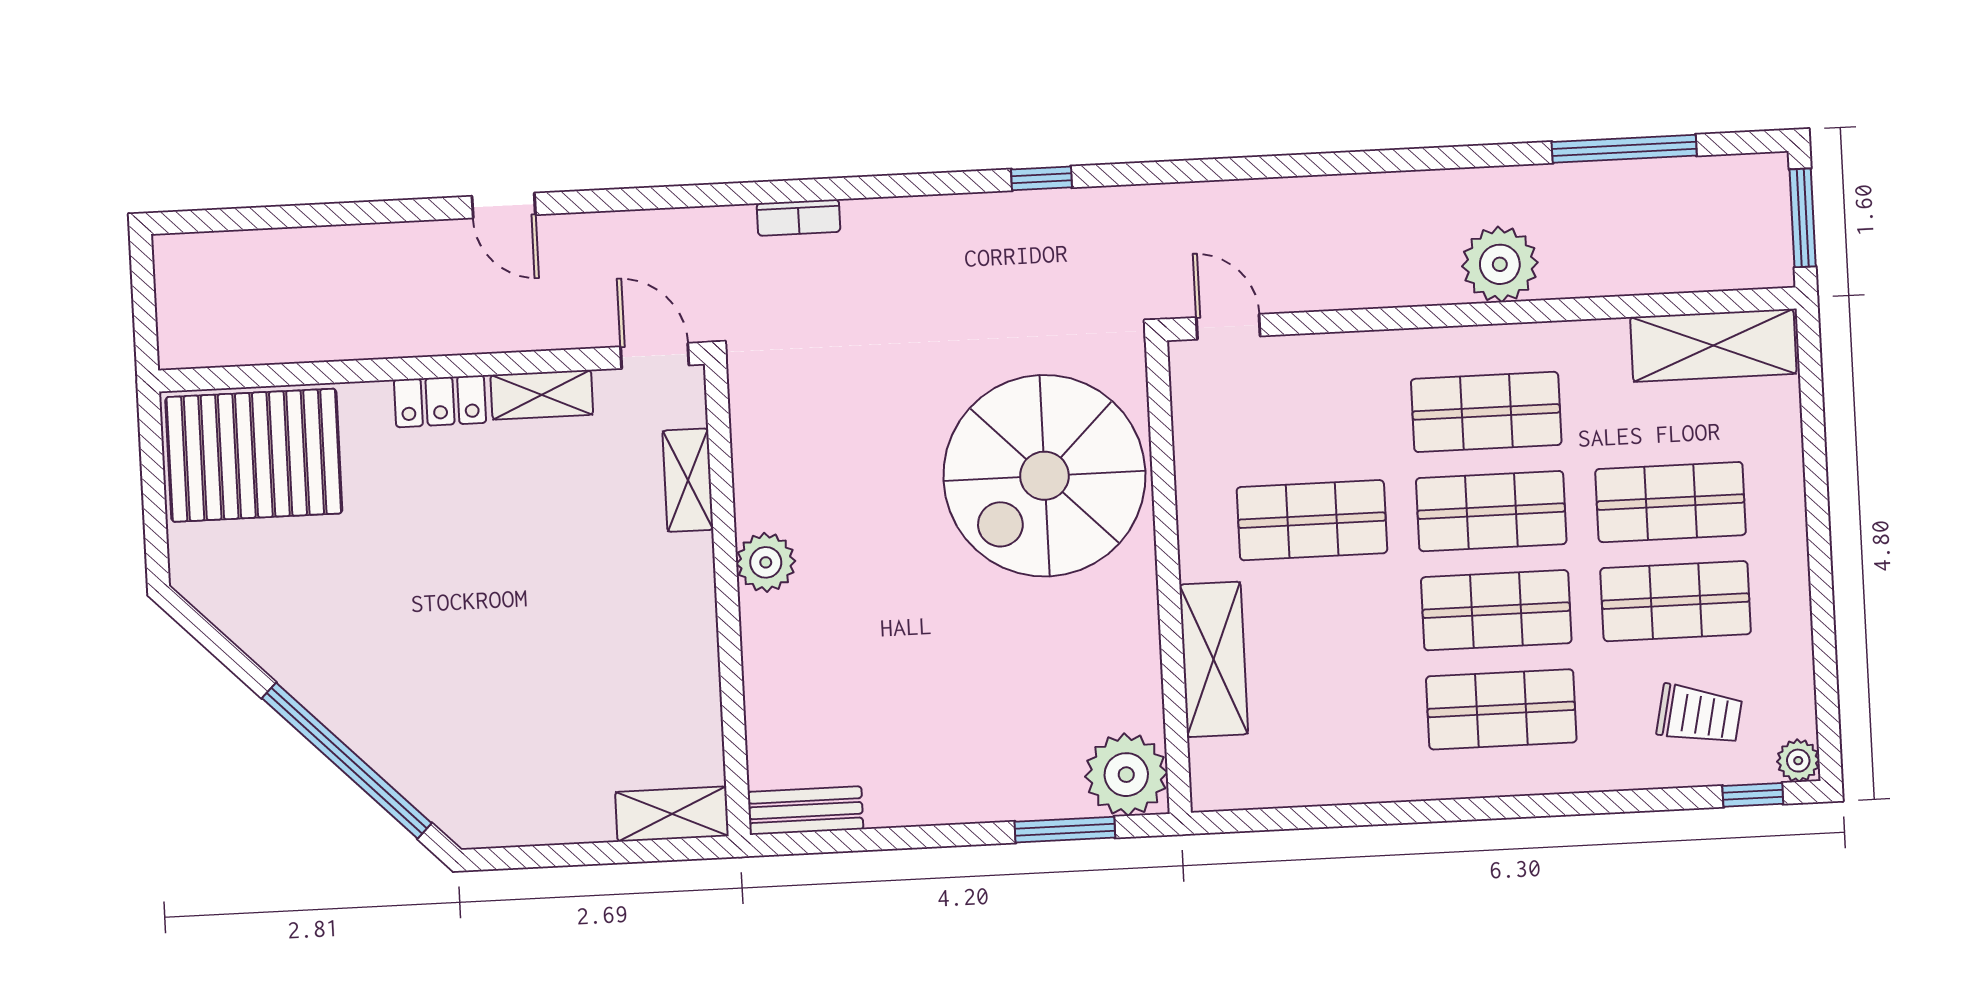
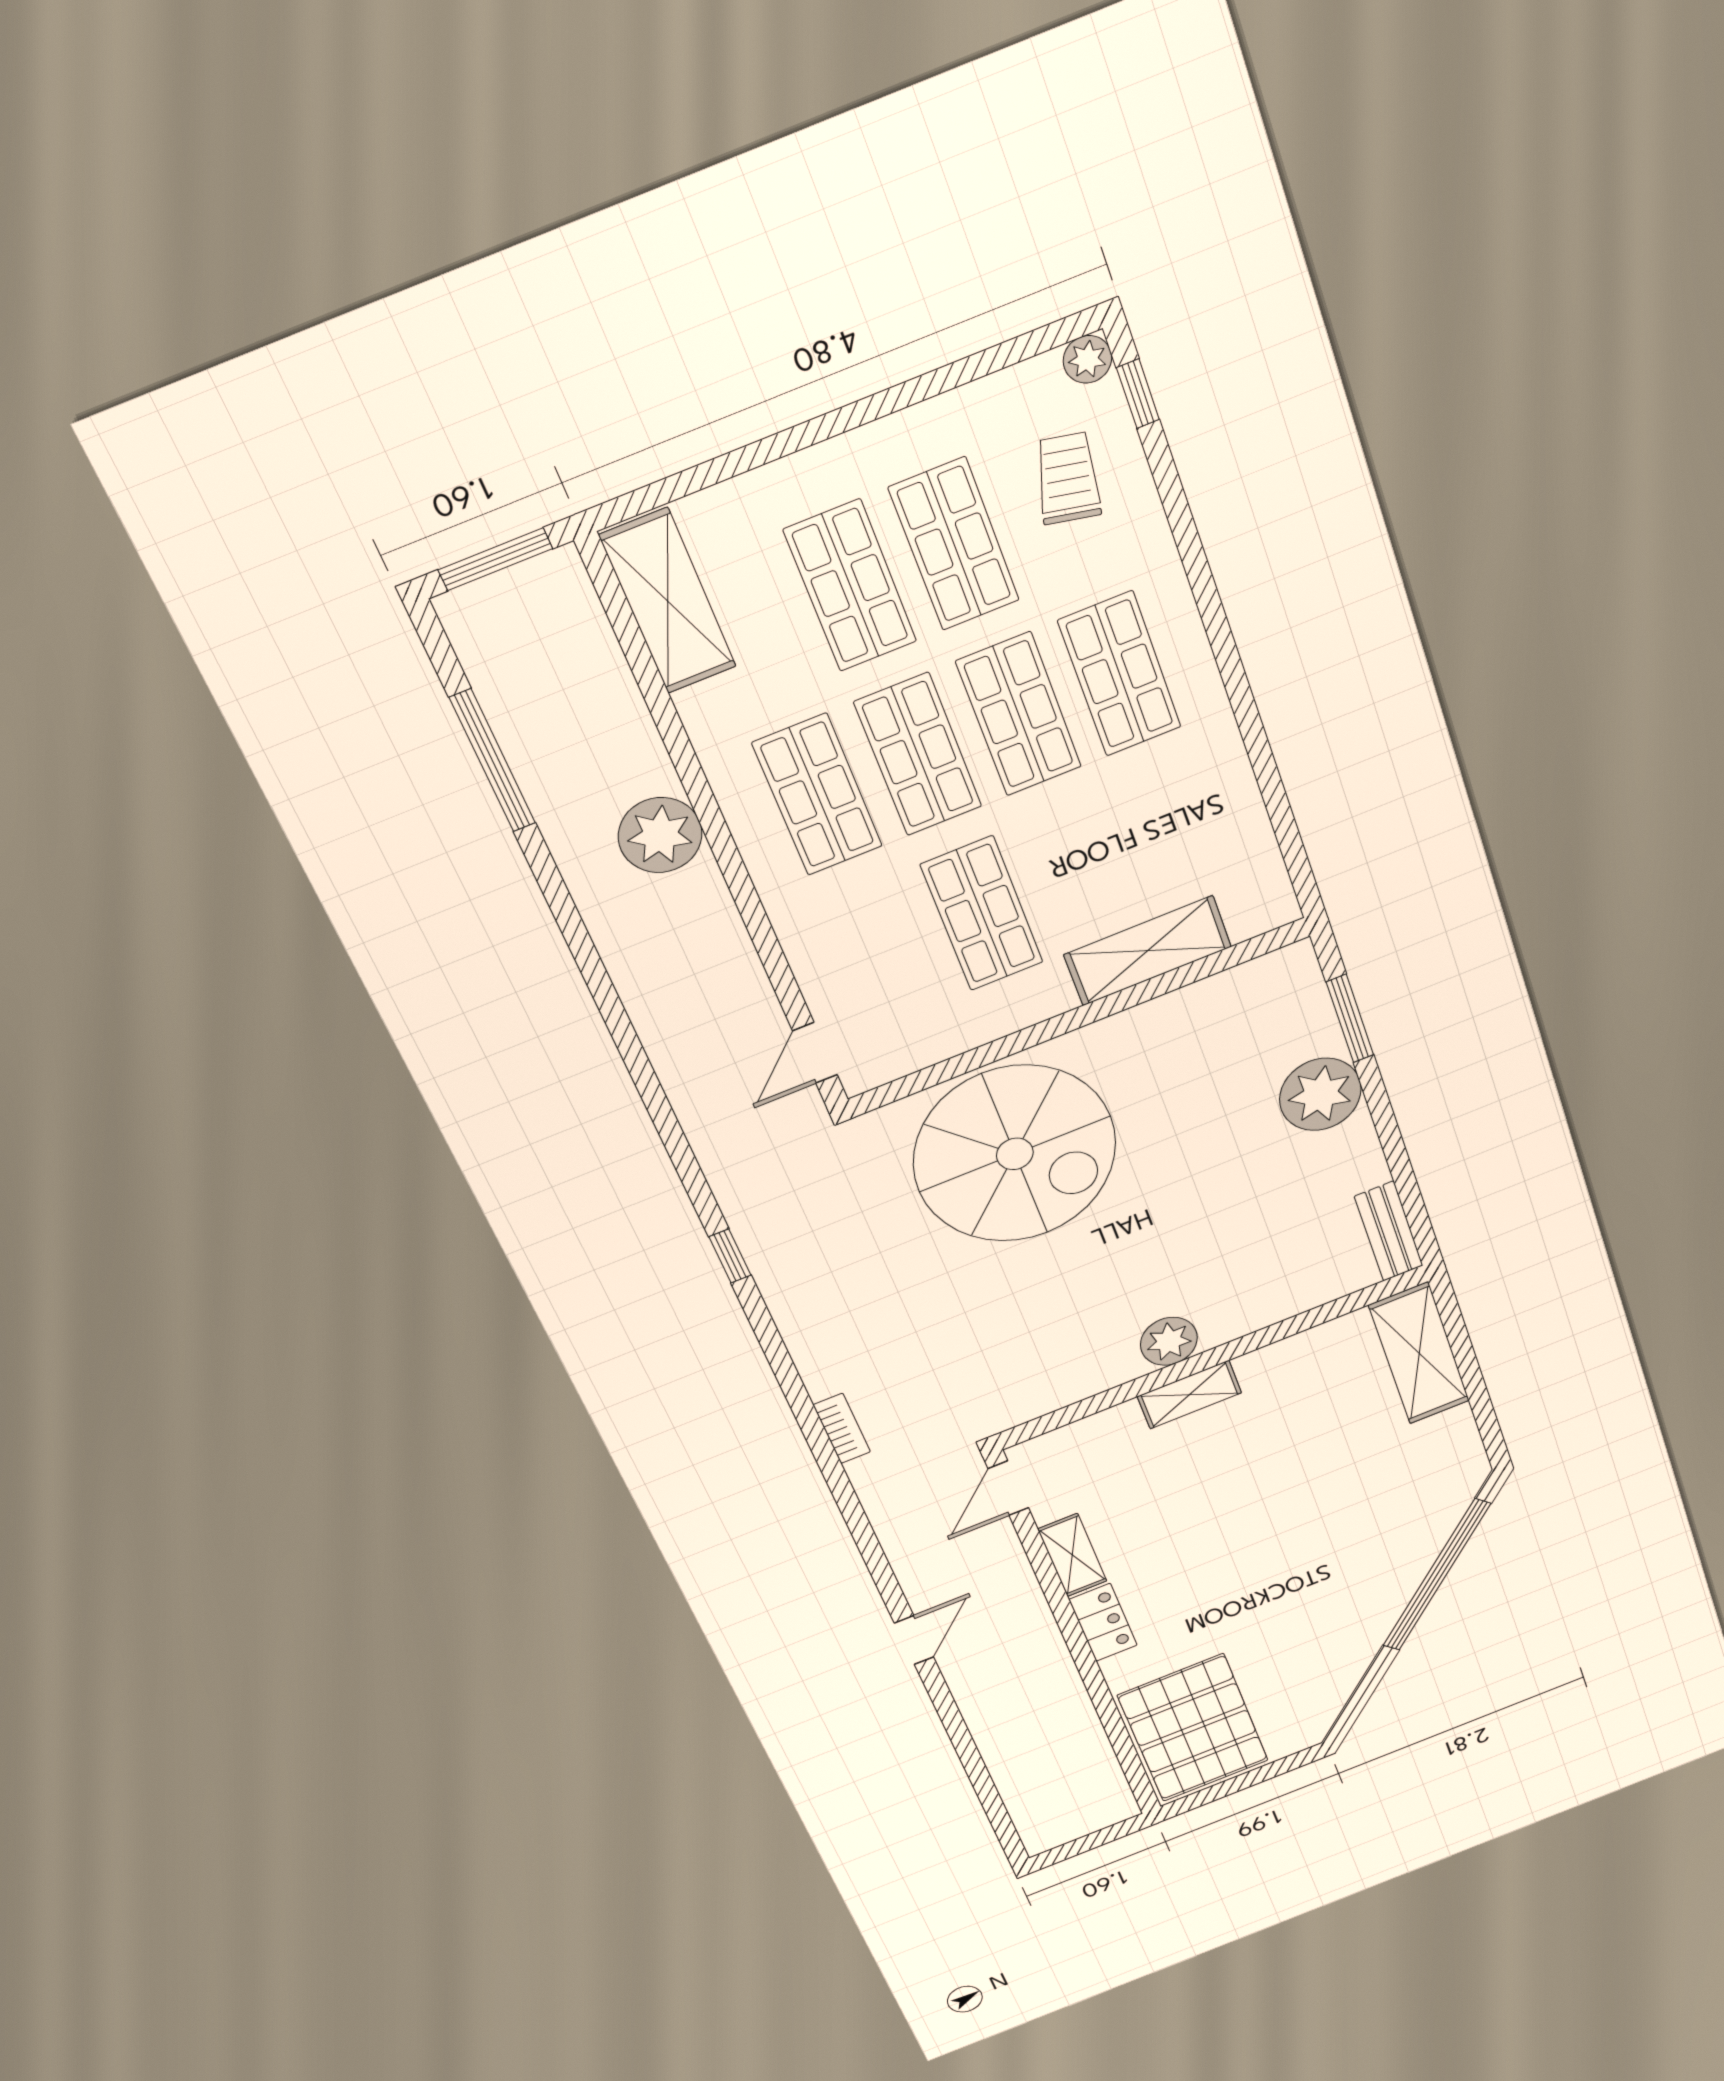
shelving: (688, 480) -> (1189, 1395), moved
plant: (1126, 775) -> (1320, 1094), moved
shelving: (672, 814) -> (1419, 1353), width x1.50, depth x1.33

